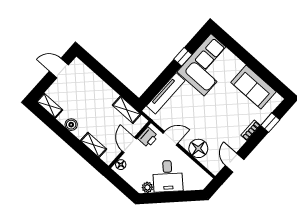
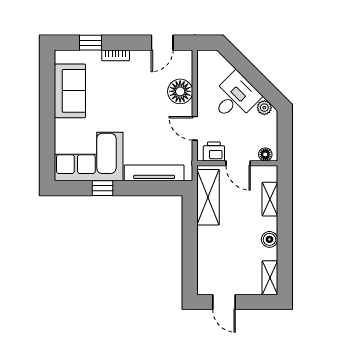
shelving: (127, 110) -> (208, 197), width x1.50, depth x1.33
door: (129, 145) -> (238, 163), hinge flipped

